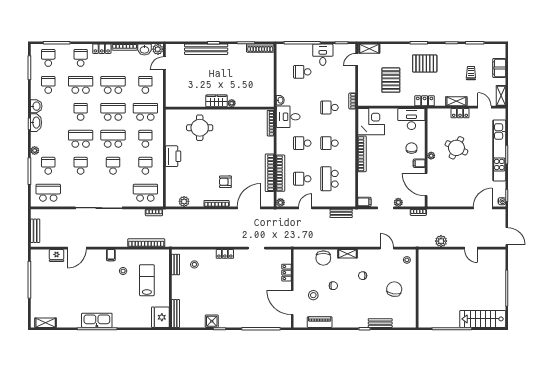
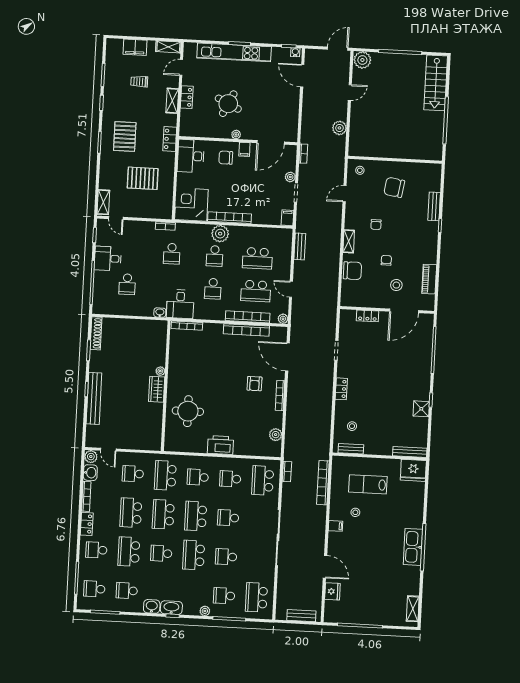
plant: (348, 147) -> (220, 234), added
school desk: (302, 179) -> (256, 291), width x1.85
plant: (498, 257) -> (362, 60), added

